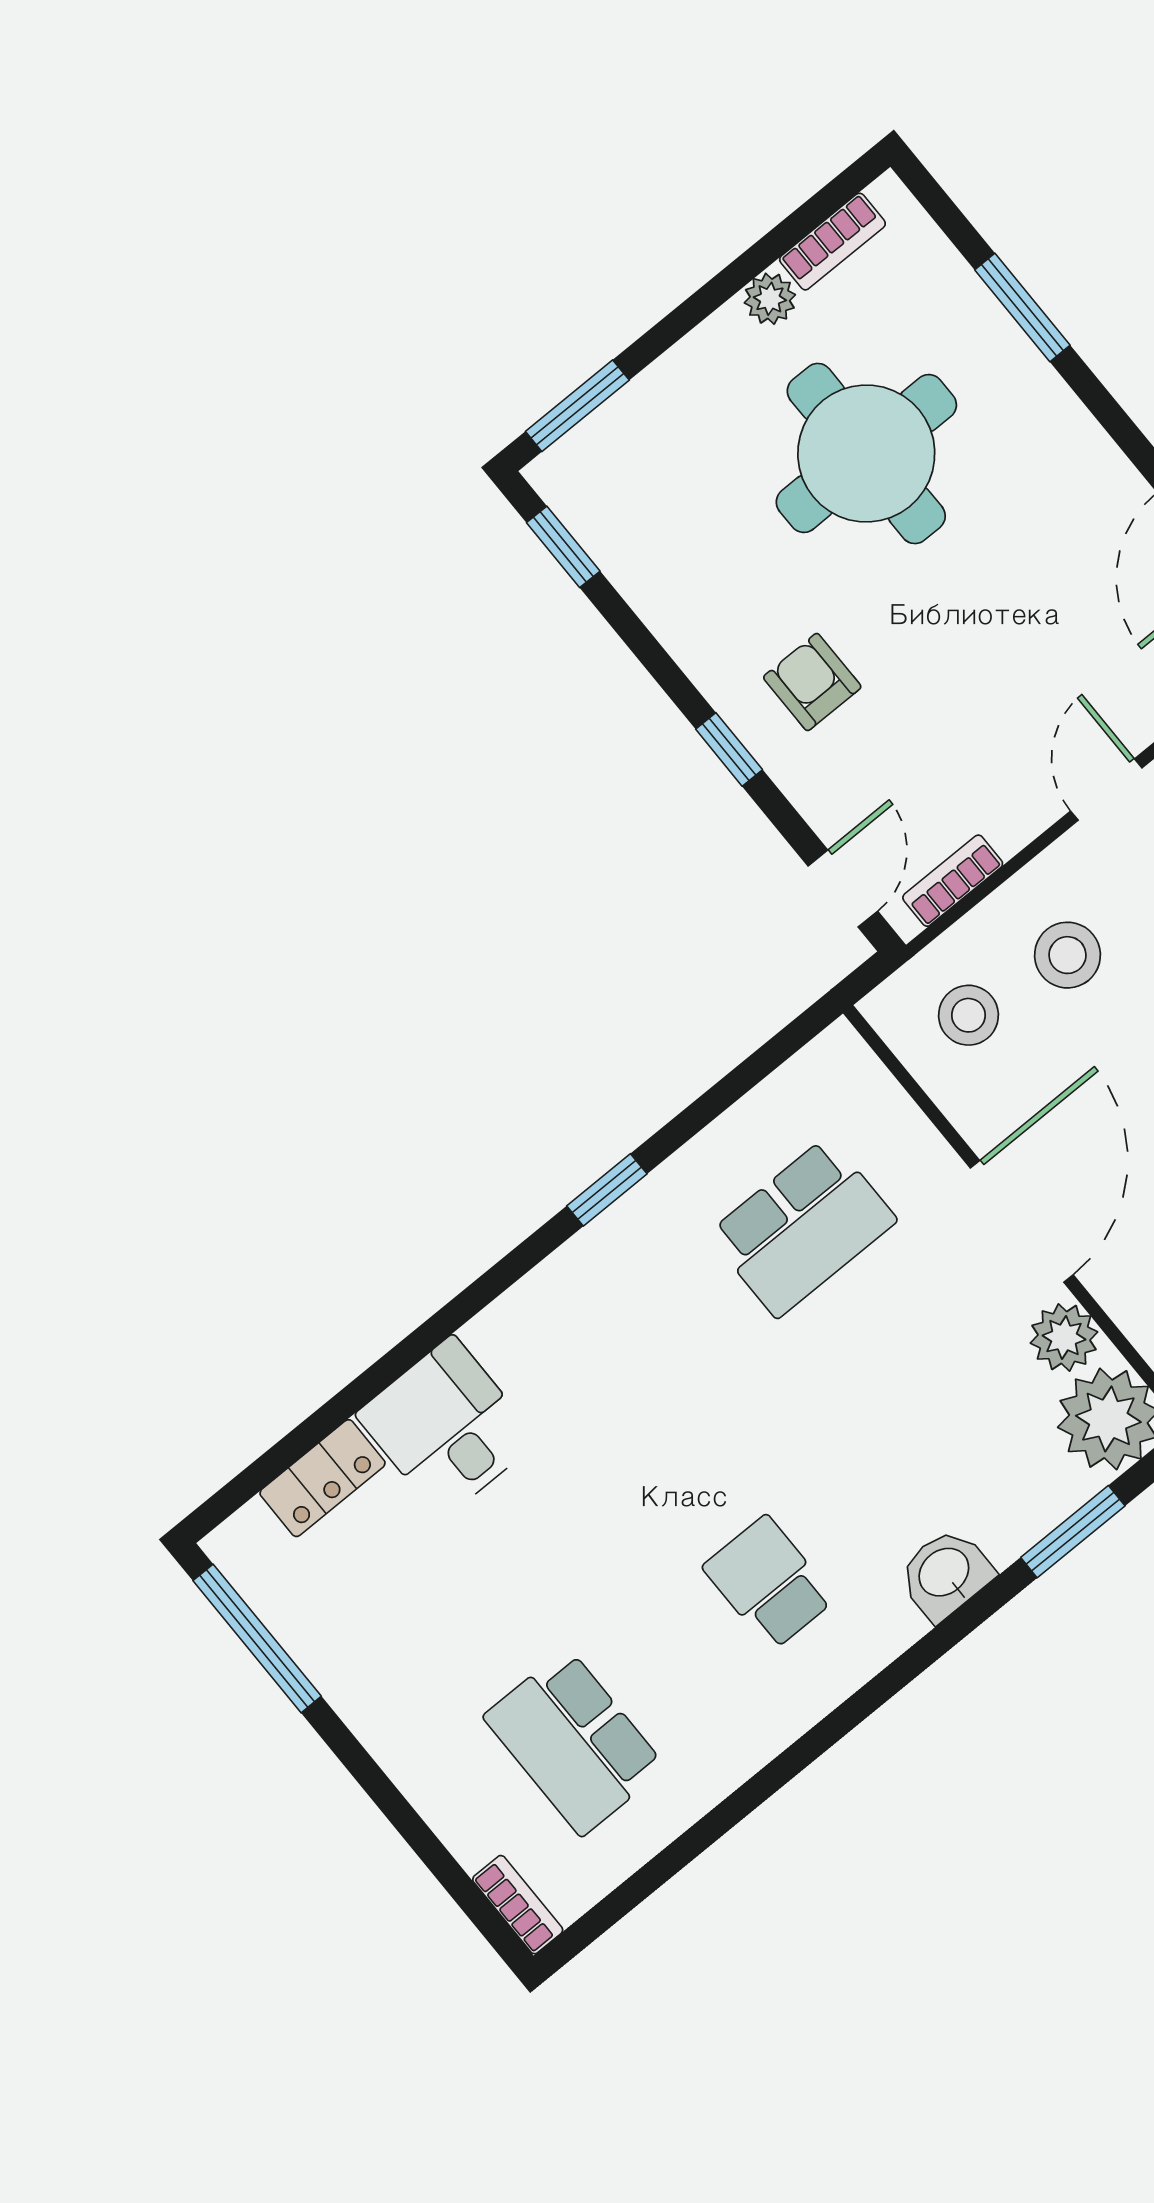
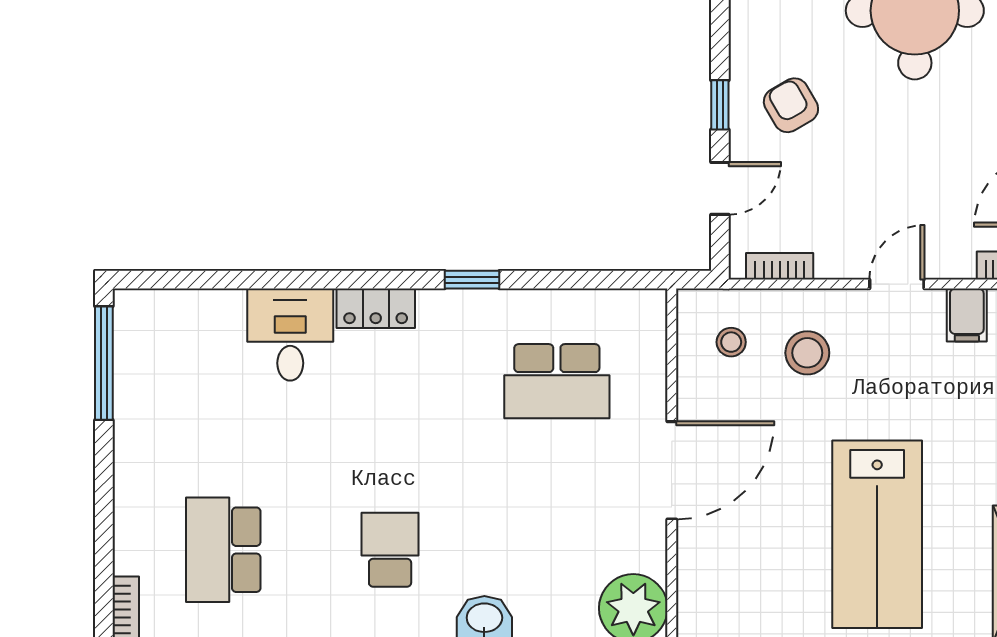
armchair: (812, 682) -> (791, 105), turned -30
door: (843, 889) -> (720, 188), moved
stool: (968, 1015) -> (731, 342), width x0.73, depth x0.73
plant: (1064, 1338) -> (645, 548), removed
locker: (323, 1478) -> (376, 308), moved

